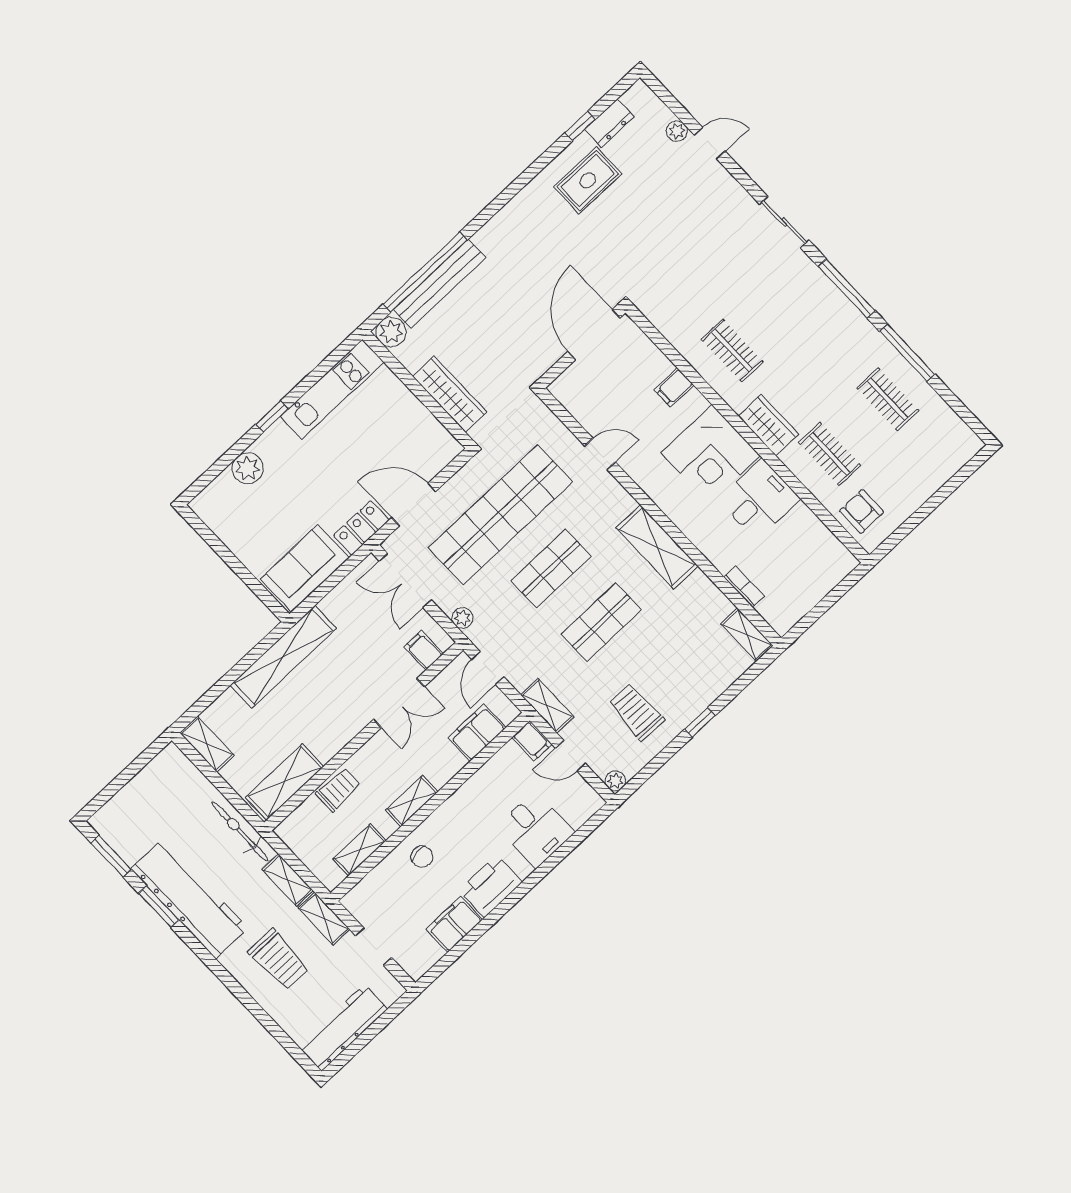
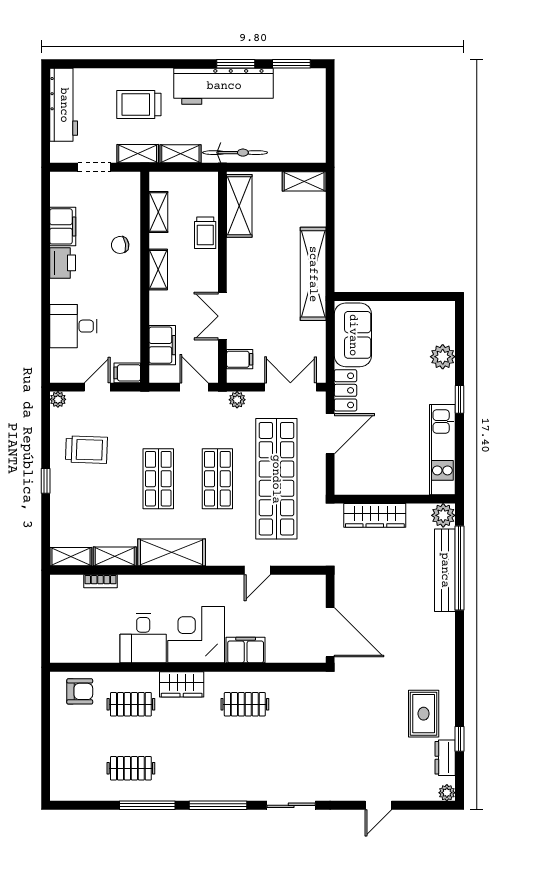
plant: (677, 131) -> (447, 793), moved
filing cabinet: (674, 387) -> (246, 650), width x2.00
shelving: (547, 706) -> (115, 556), moved
printer: (491, 886) -> (63, 263), width x0.73, depth x0.84

